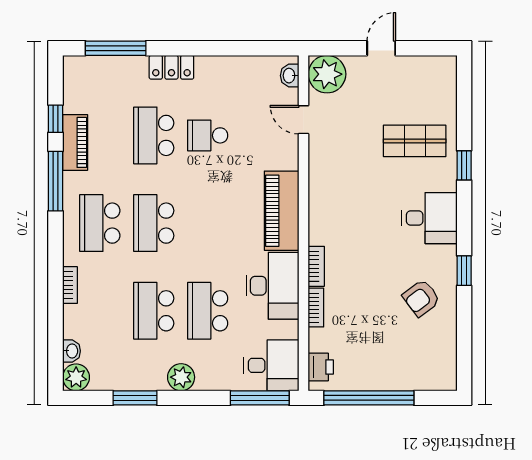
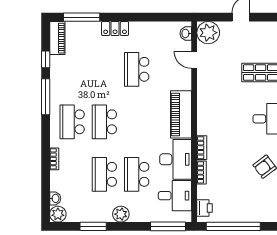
school desk: (154, 135) -> (104, 69), removed
school desk: (208, 135) -> (137, 69), width x1.85
piano: (75, 142) -> (57, 38), moved
desk: (271, 365) -> (175, 196), moved

